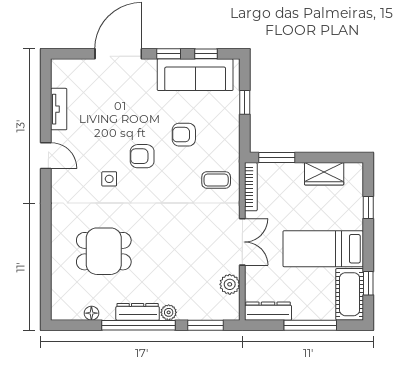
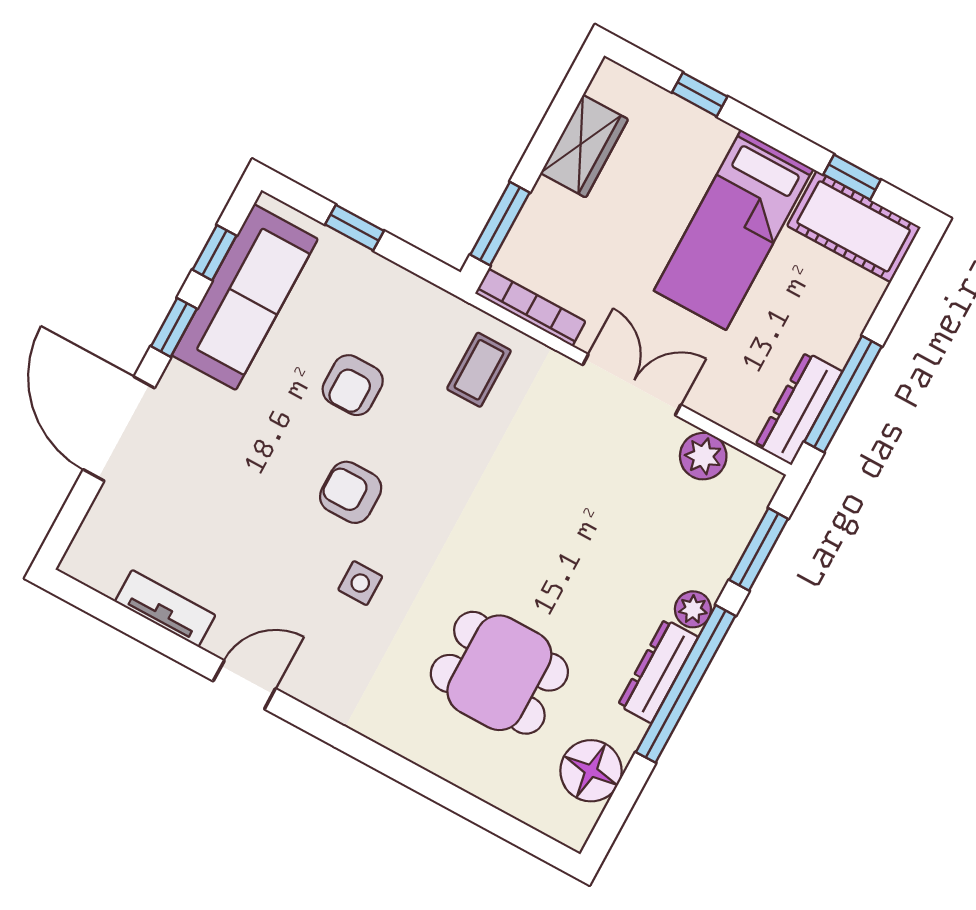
armchair: (142, 156) -> (351, 492), turned 90
dining table: (104, 251) -> (499, 673), turned 90
floor lamp: (91, 313) -> (591, 771), width x1.89, depth x1.89
window: (310, 325) -> (843, 394), moved

